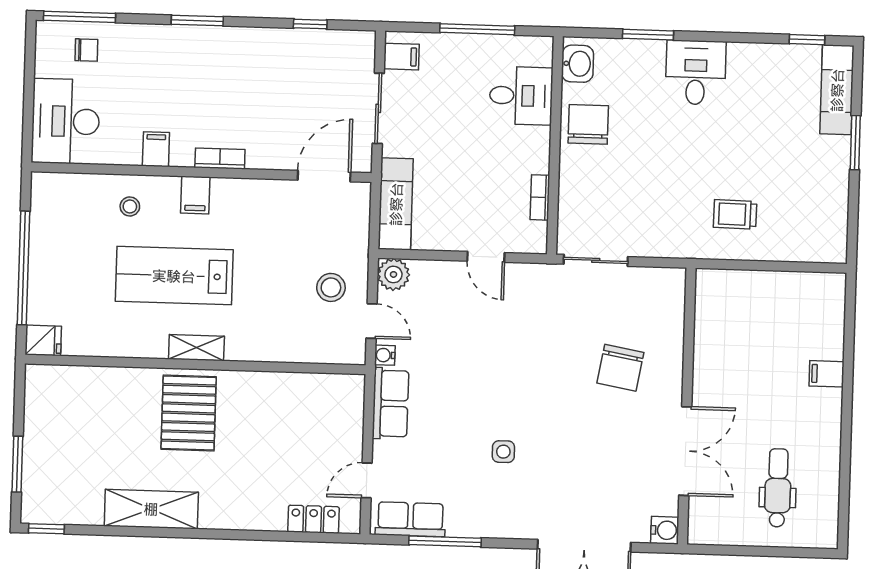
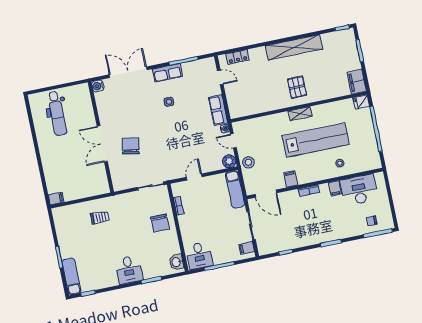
desk: (521, 96) -> (199, 256), moved, turned -90
desk: (66, 121) -> (359, 190), moved, turned -90
chair: (588, 124) -> (160, 223), moved
door: (324, 176) -> (266, 194), hinge flipped
filing cabinet: (195, 195) -> (291, 179), moved
door: (486, 257) -> (194, 177), hinge flipped
lab bench: (174, 276) -> (316, 140), width x1.36
stool: (331, 287) -> (248, 162), moved
filing cabinet: (827, 374) -> (56, 198), moved
filing cabinet: (42, 392) -> (357, 82), added
pallet: (189, 413) -> (297, 87), width x0.67, depth x0.71
double door: (685, 451) -> (102, 144), moved
door: (367, 480) -> (220, 77), hinge flipped
dental chair: (778, 488) -> (57, 113), width x1.36, depth x1.38
shelving: (151, 509) -> (294, 47), width x1.47
row of seats: (410, 519) -> (167, 73), moved

